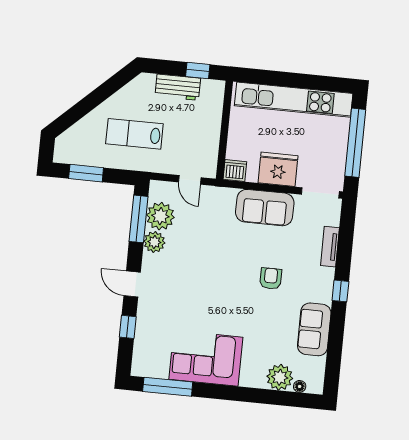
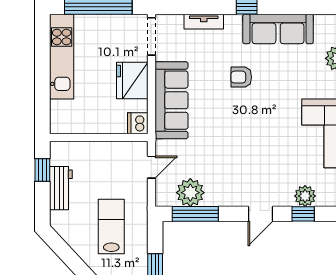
kitchen unit: (294, 100) -> (62, 57), width x0.73
lab bench: (134, 134) -> (111, 226), turned 180
sofa: (265, 208) -> (171, 100), width x1.36
plant: (154, 242) -> (305, 196), moved
sofa: (314, 329) -> (278, 29), width x1.36

